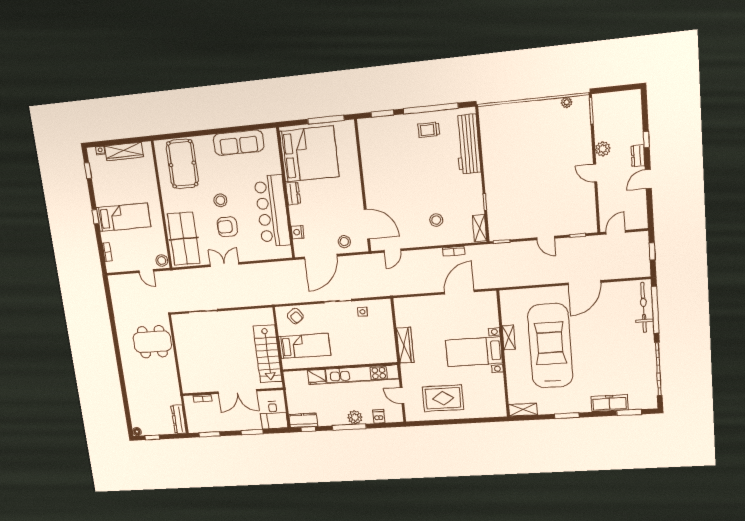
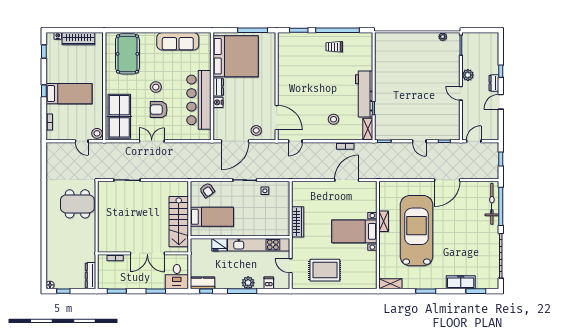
workbench: (468, 144) -> (364, 94), moved
nightstand: (298, 232) -> (218, 102), moved

